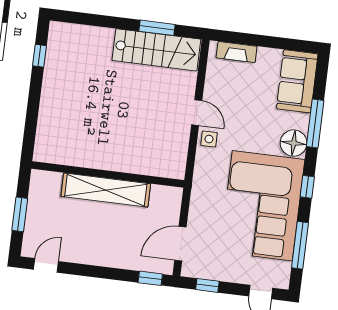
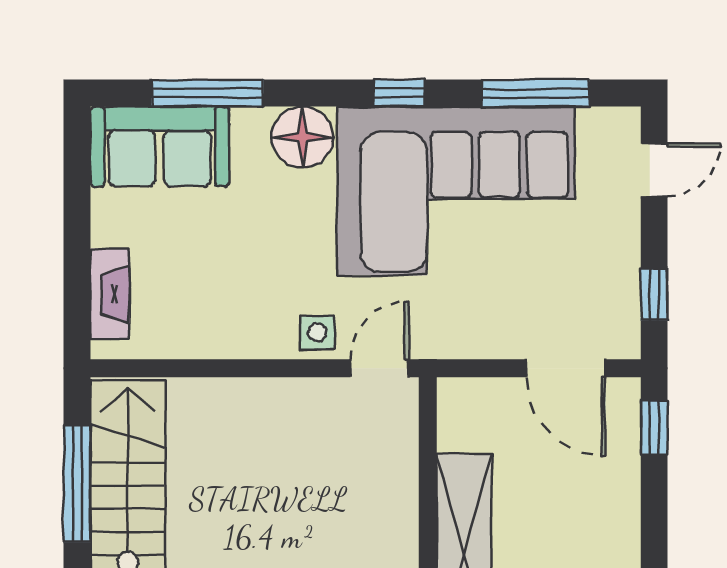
window: (157, 28) -> (77, 484), width x1.44
door: (197, 113) -> (379, 368), moved
window: (315, 124) -> (208, 93), moved

